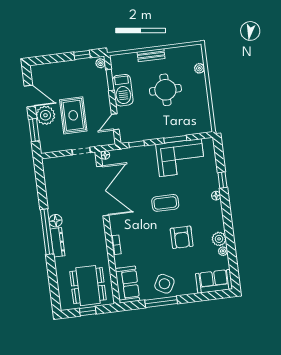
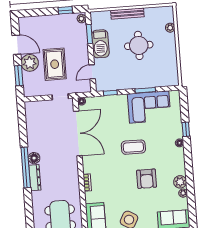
bench: (151, 55) -> (127, 14), width x1.36

